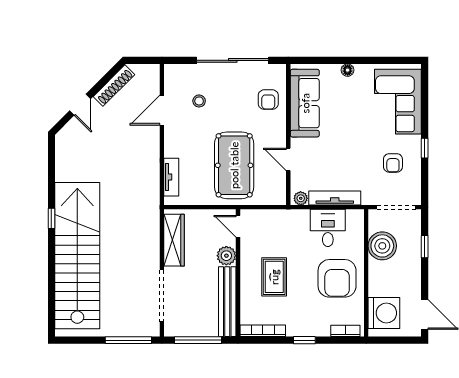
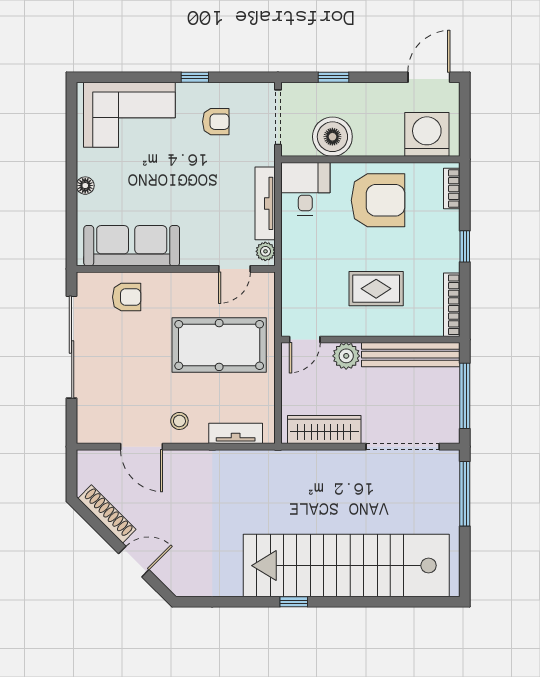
stool: (199, 101) -> (179, 421), moved
door: (288, 159) -> (234, 269), moved
desk: (328, 228) -> (305, 189), moved, turned 90

